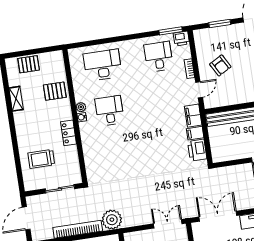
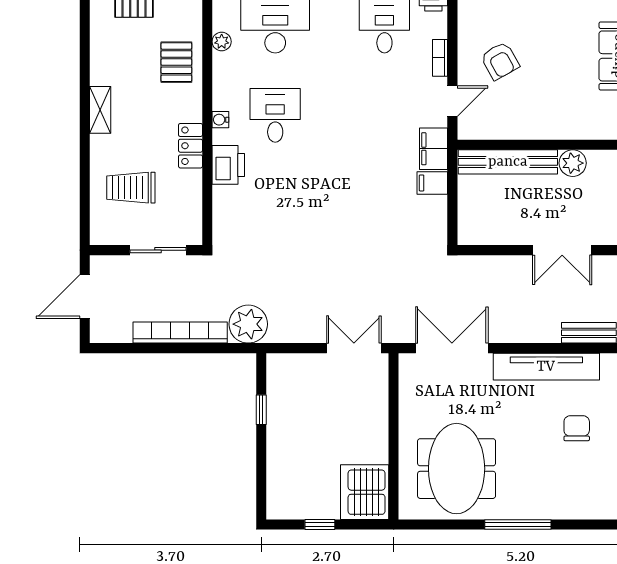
pallet: (55, 91) -> (176, 62), turned 90
shelving: (16, 99) -> (100, 110), moved
plant: (81, 107) -> (222, 42), moved
printer: (197, 150) -> (228, 165), moved, turned 180

